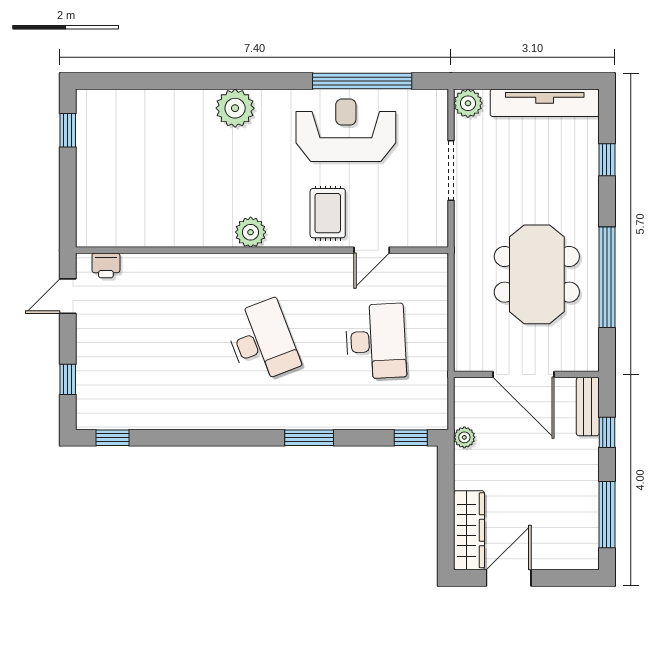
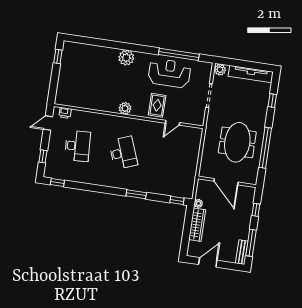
desk: (376, 341) -> (77, 146), moved
bench: (588, 406) -> (242, 252), moved
wardrobe: (469, 530) -> (197, 225), moved

